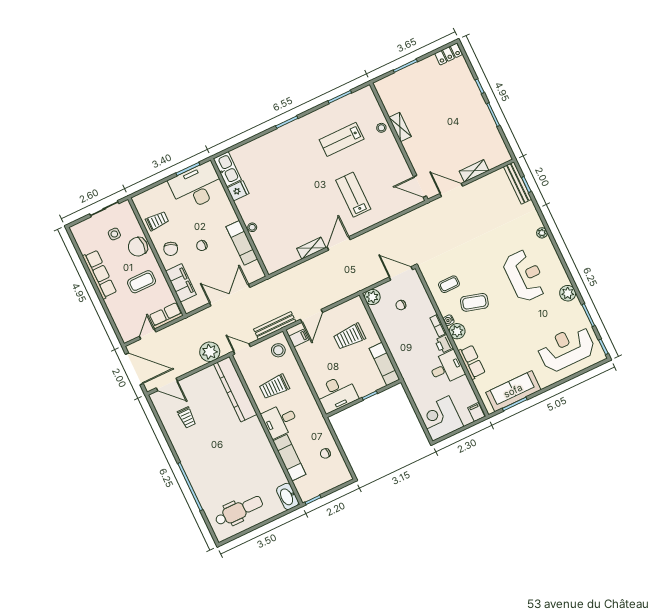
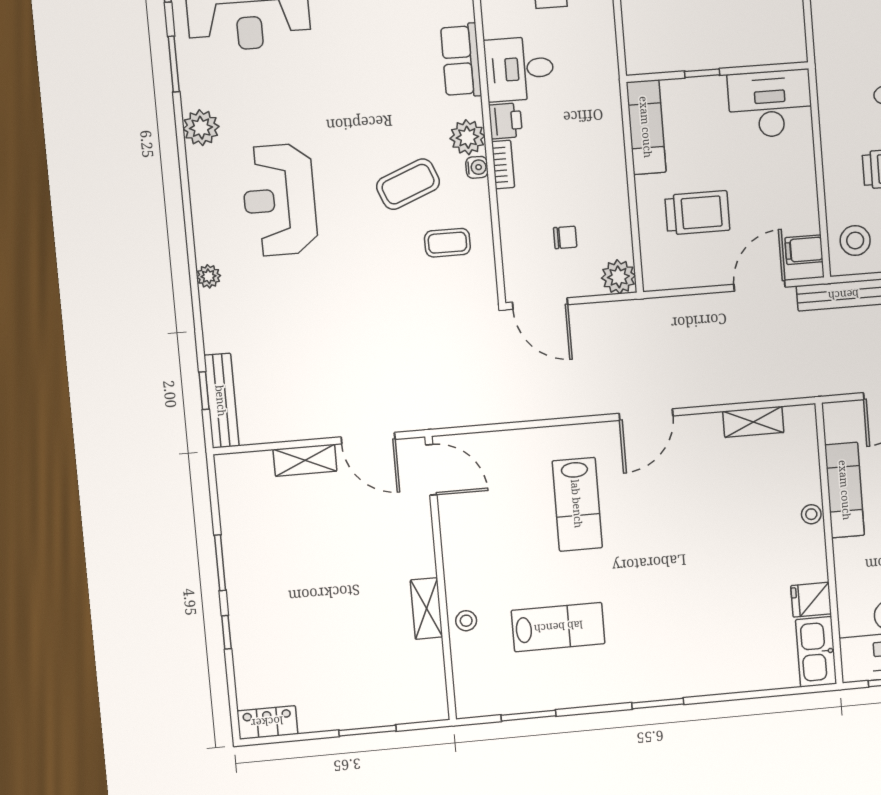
shelving: (311, 248) -> (753, 422), moved
coffee table: (474, 302) -> (408, 184), turned -38

